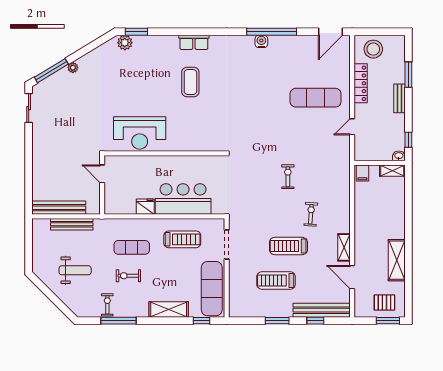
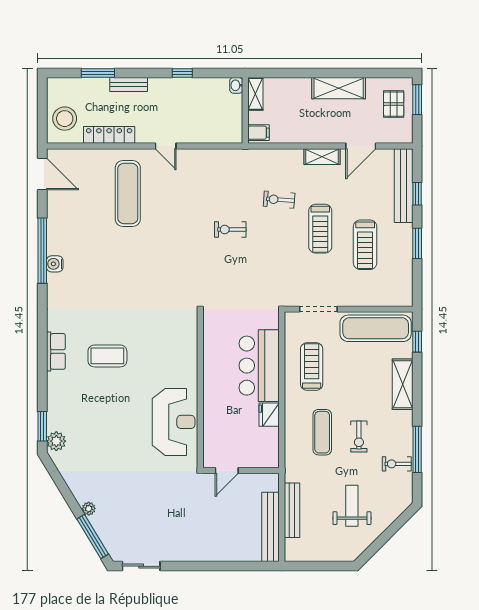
washbasin: (399, 156) -> (236, 85), moved
wall: (380, 163) -> (245, 110), moved
shelving: (392, 171) -> (255, 94), moved
filing cabinet: (362, 173) -> (259, 133), moved

